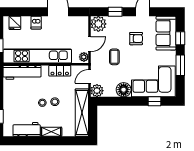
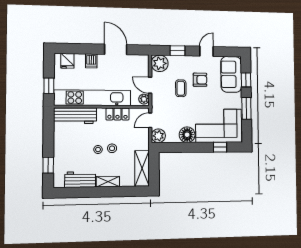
door: (90, 44) -> (150, 85), swing flipped
coffee table: (114, 57) -> (181, 88), moved
shelving: (82, 113) -> (142, 168), width x0.68

